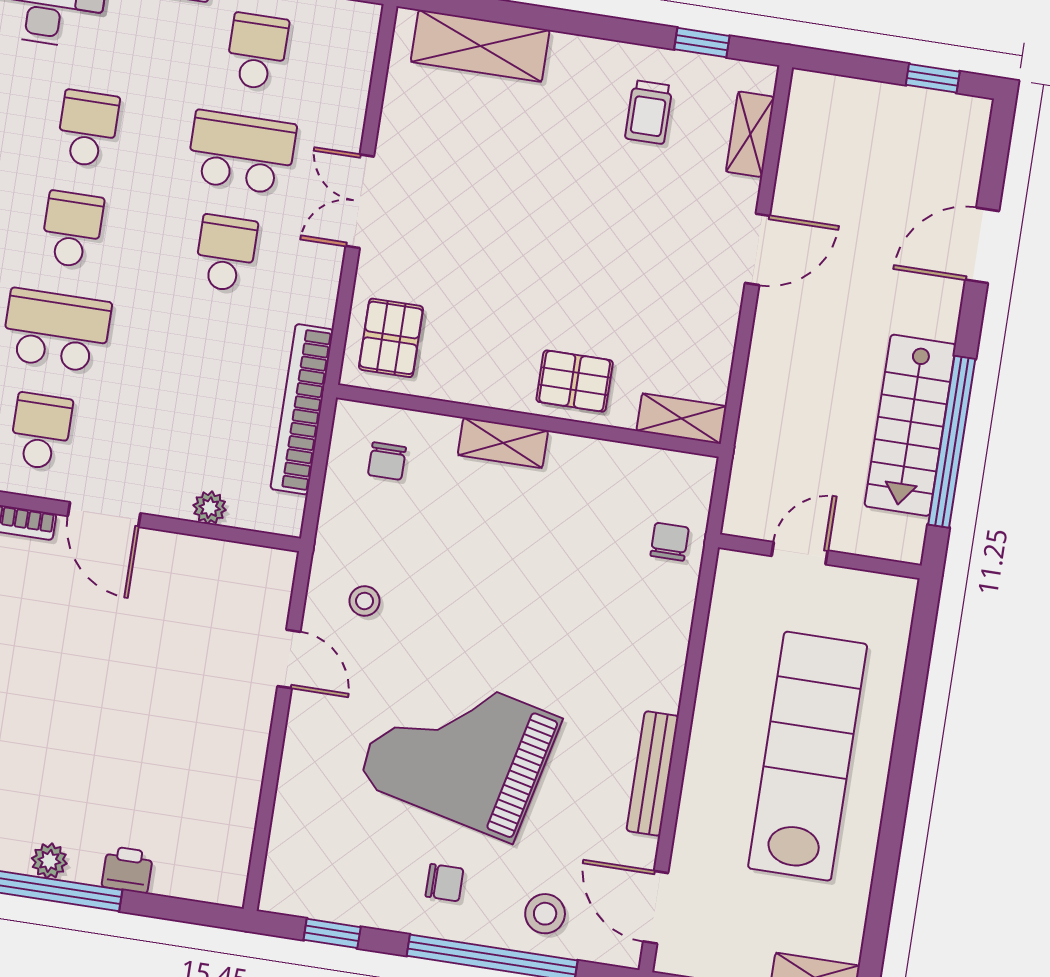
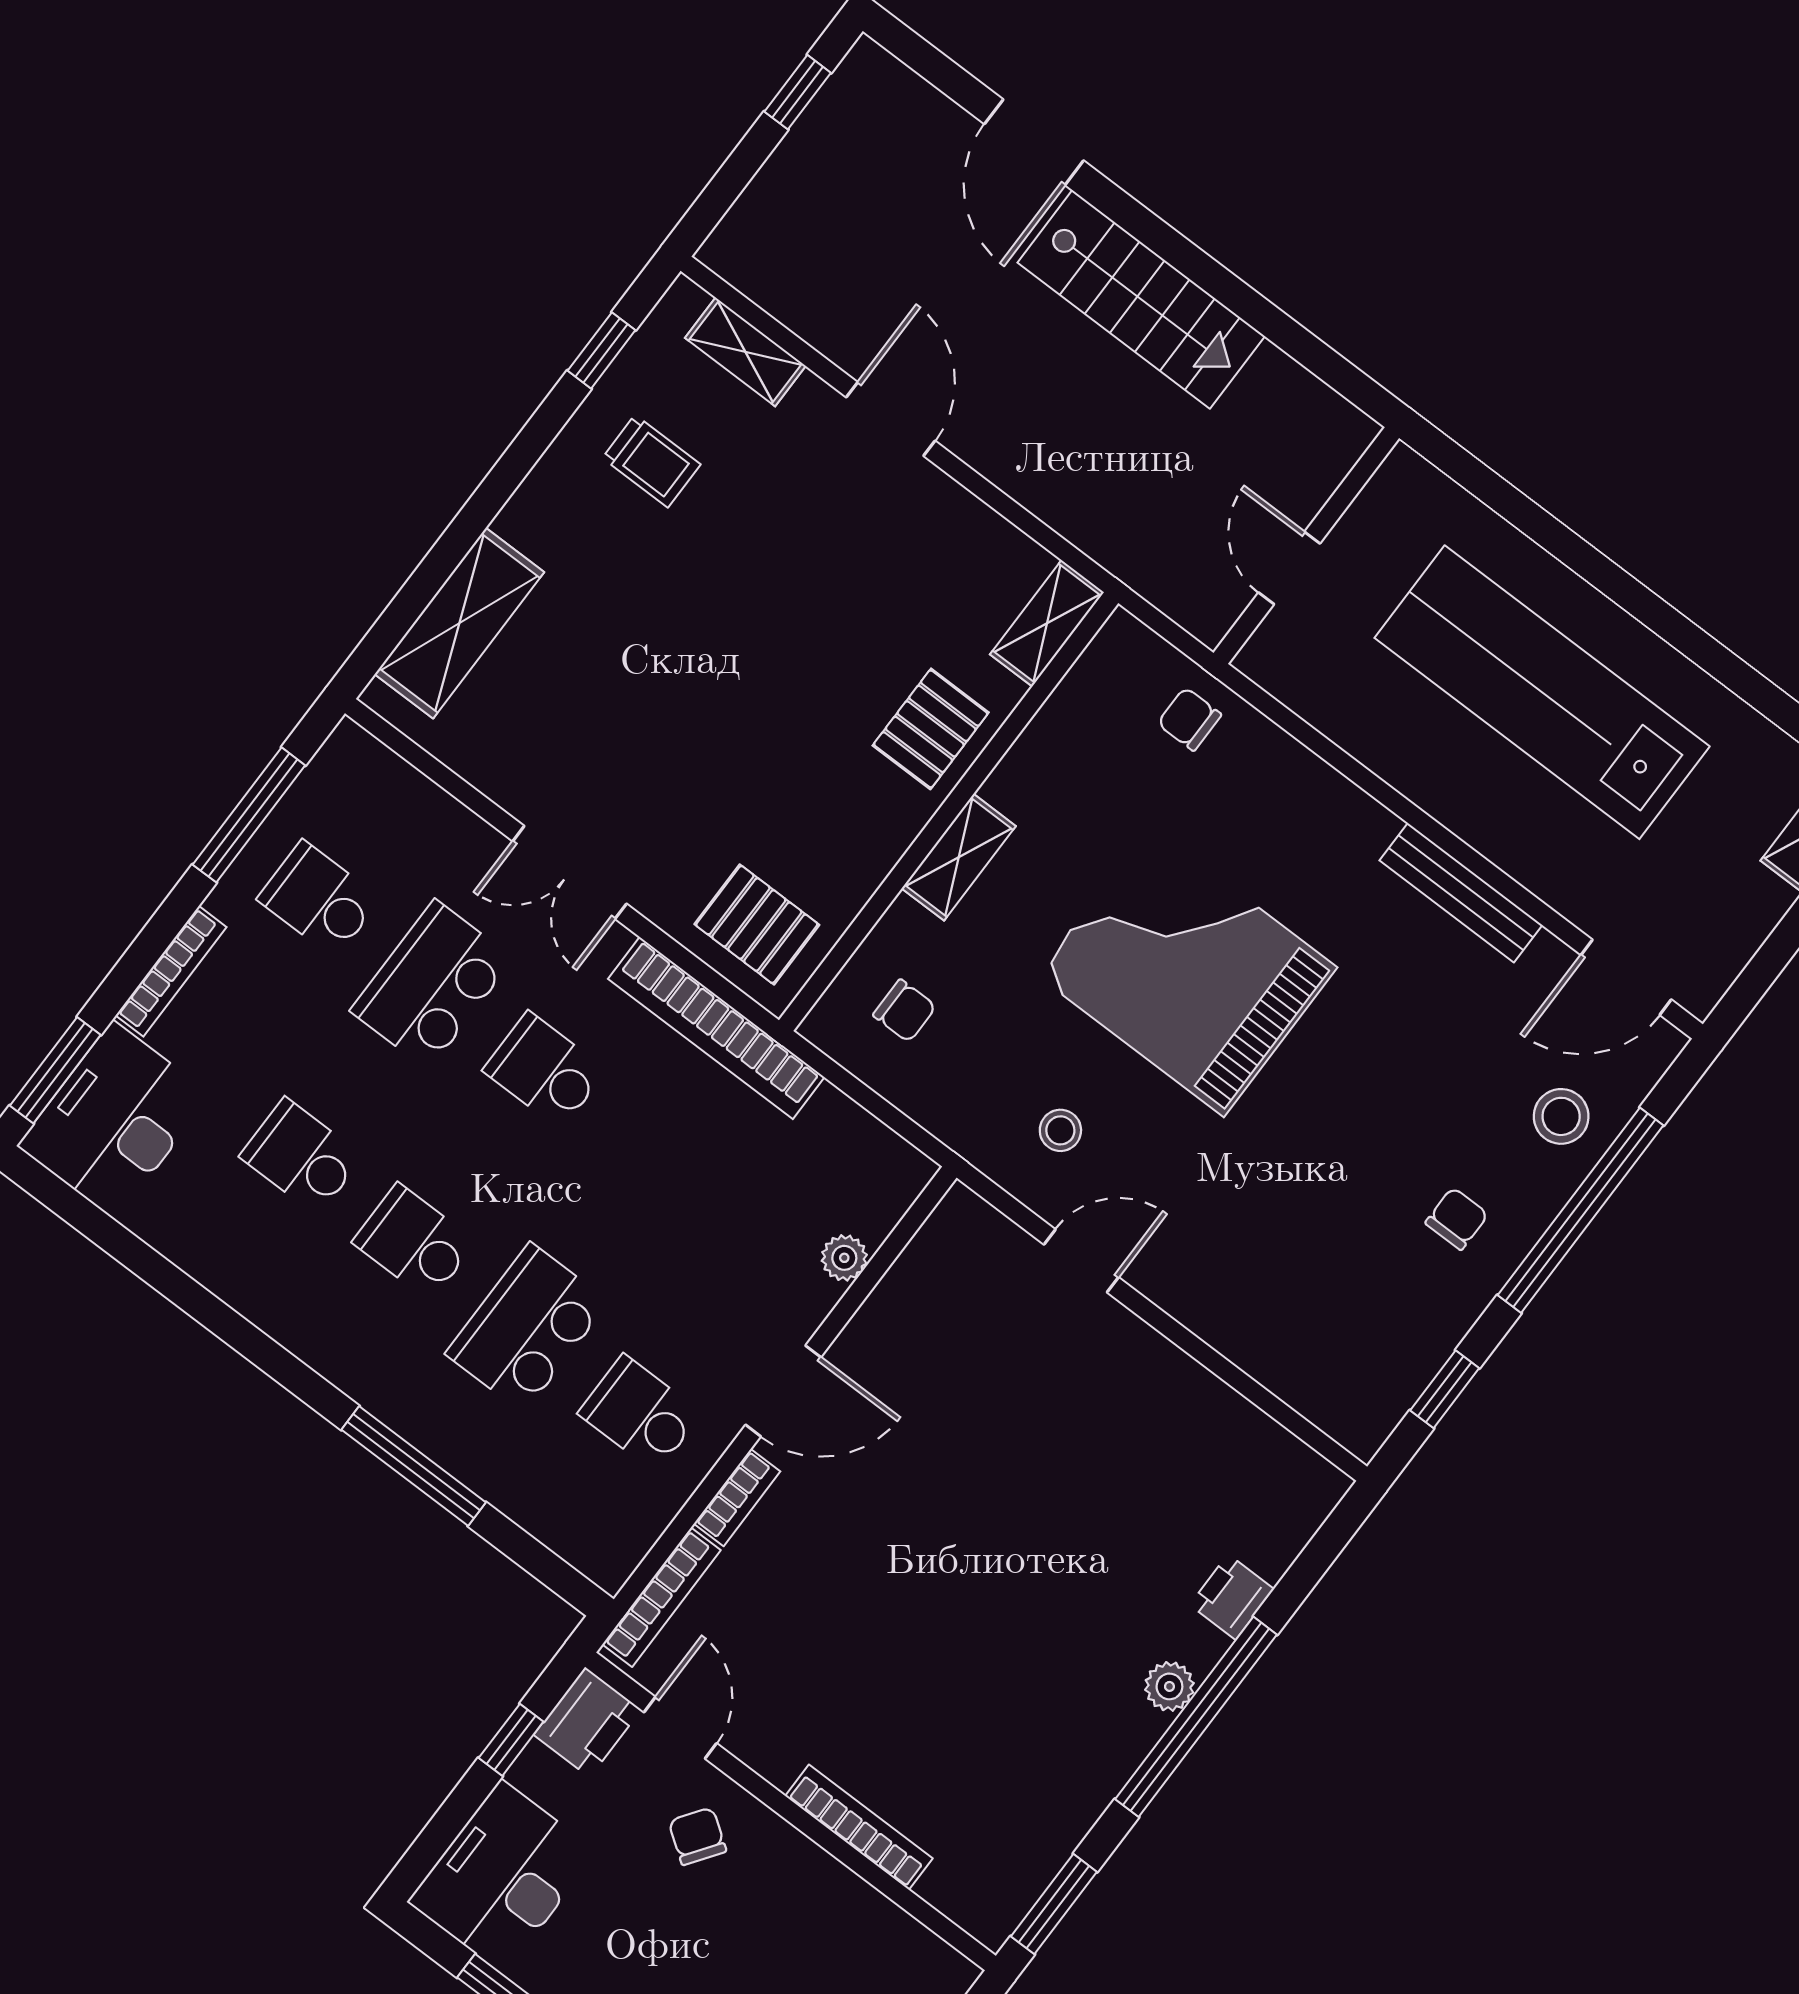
bookcase: (302, 409) -> (716, 1028), moved
stairs: (910, 425) -> (1141, 299), moved
window: (952, 442) -> (1253, 309), removed
grand piano: (459, 750) -> (1187, 971), moved, turned 77

